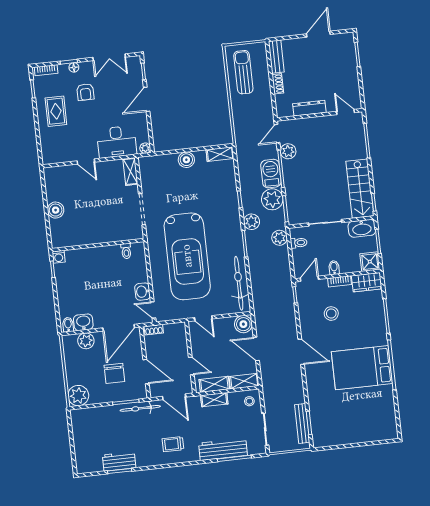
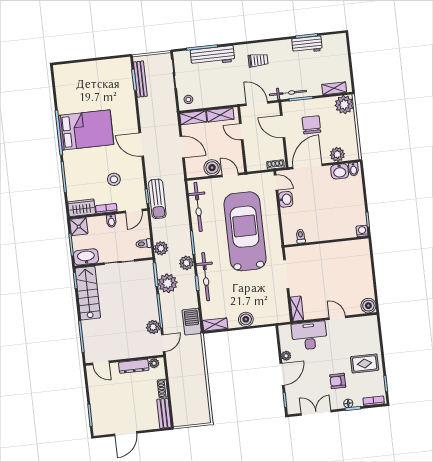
sun lounger: (243, 72) -> (157, 199), moved
armchair: (85, 92) -> (338, 381), turned -90
rug: (56, 111) -> (365, 363), turned 90
plant: (287, 112) -> (154, 363), added
plant: (145, 148) -> (286, 356), moved
barbecue: (271, 174) -> (192, 322), moved, turned 180
bicycle: (230, 207) -> (206, 277), added
boiler: (56, 210) -> (368, 306), moved
boiler: (243, 324) -> (212, 168), moved
shelving: (214, 400) -> (334, 88), moved

